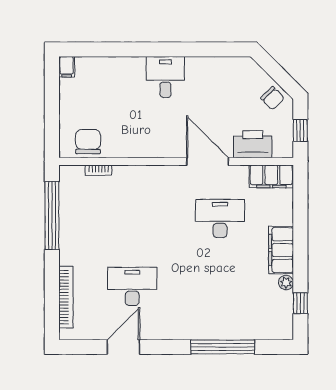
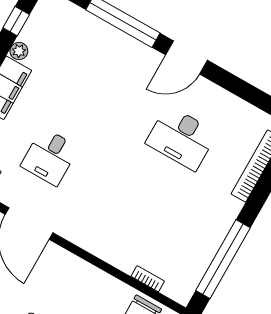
desk: (220, 219) -> (50, 157), width x0.73
door: (123, 347) -> (186, 58), moved

